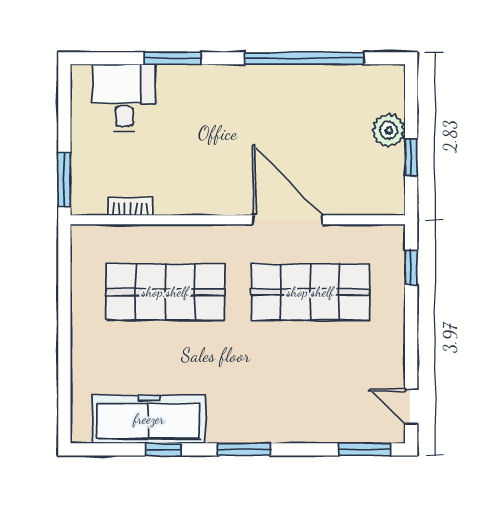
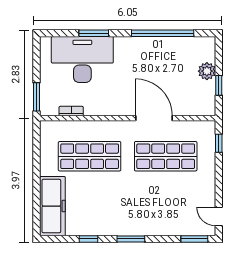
desk: (124, 98) -> (82, 59), width x1.87, depth x1.30
freezer: (149, 419) -> (52, 206), moved, turned 90

